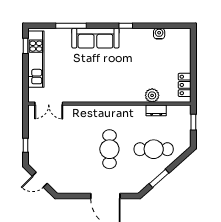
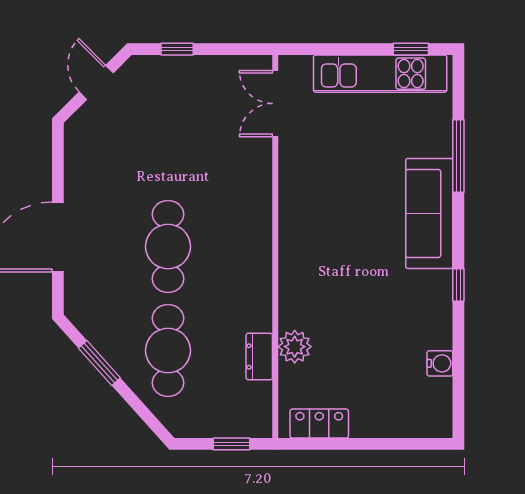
cafe table: (109, 149) -> (168, 247), turned 90

